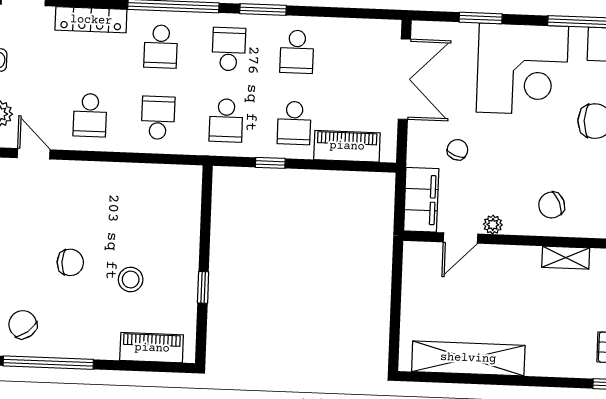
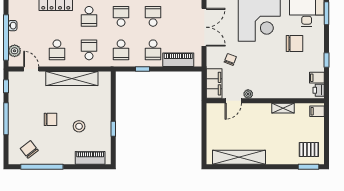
school desk: (297, 52) -> (153, 16), turned 180
shelving: (119, 177) -> (72, 78), added
chair: (552, 205) -> (275, 84), removed

